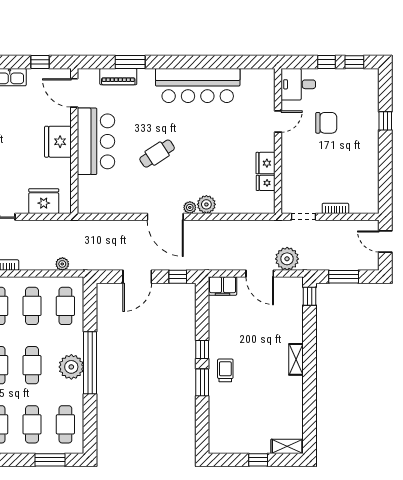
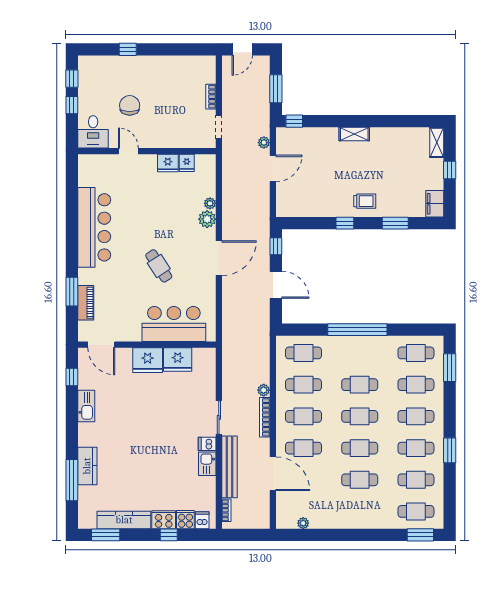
door: (74, 93) -> (101, 345), hinge flipped
bar counter: (96, 141) -> (174, 324), moved
fridge: (44, 201) -> (178, 359), moved, turned -90
plant: (190, 207) -> (210, 203), moved
plant: (287, 259) -> (264, 143), width x0.53, depth x0.53
plant: (62, 264) -> (264, 390), moved
filing cabinet: (223, 286) -> (435, 204), moved, turned 180
plant: (71, 367) -> (361, 347), removed
trolley: (225, 370) -> (365, 201), turned 180
window: (202, 382) -> (395, 223), moved

